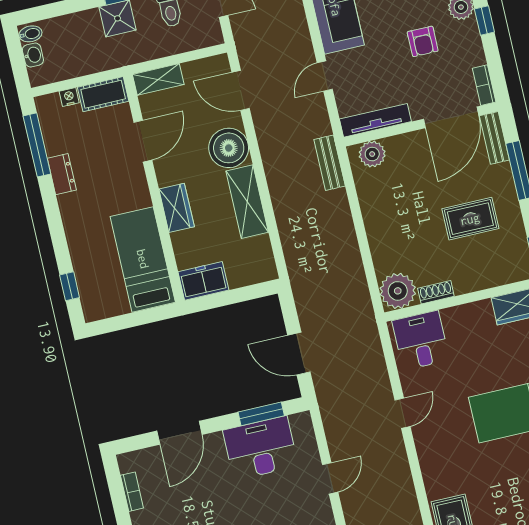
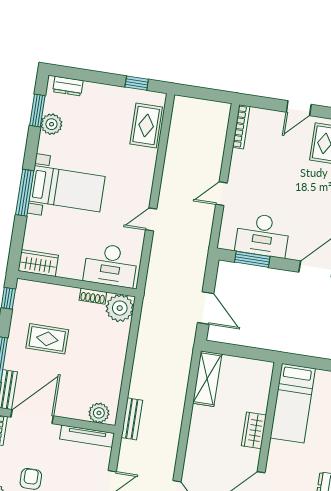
boiler: (229, 148) -> (200, 458), removed
shelving: (247, 202) -> (207, 379), moved
freezer: (203, 281) -> (256, 371), removed
desk: (421, 340) -> (111, 265), width x1.37
door: (299, 354) -> (206, 308), moved

